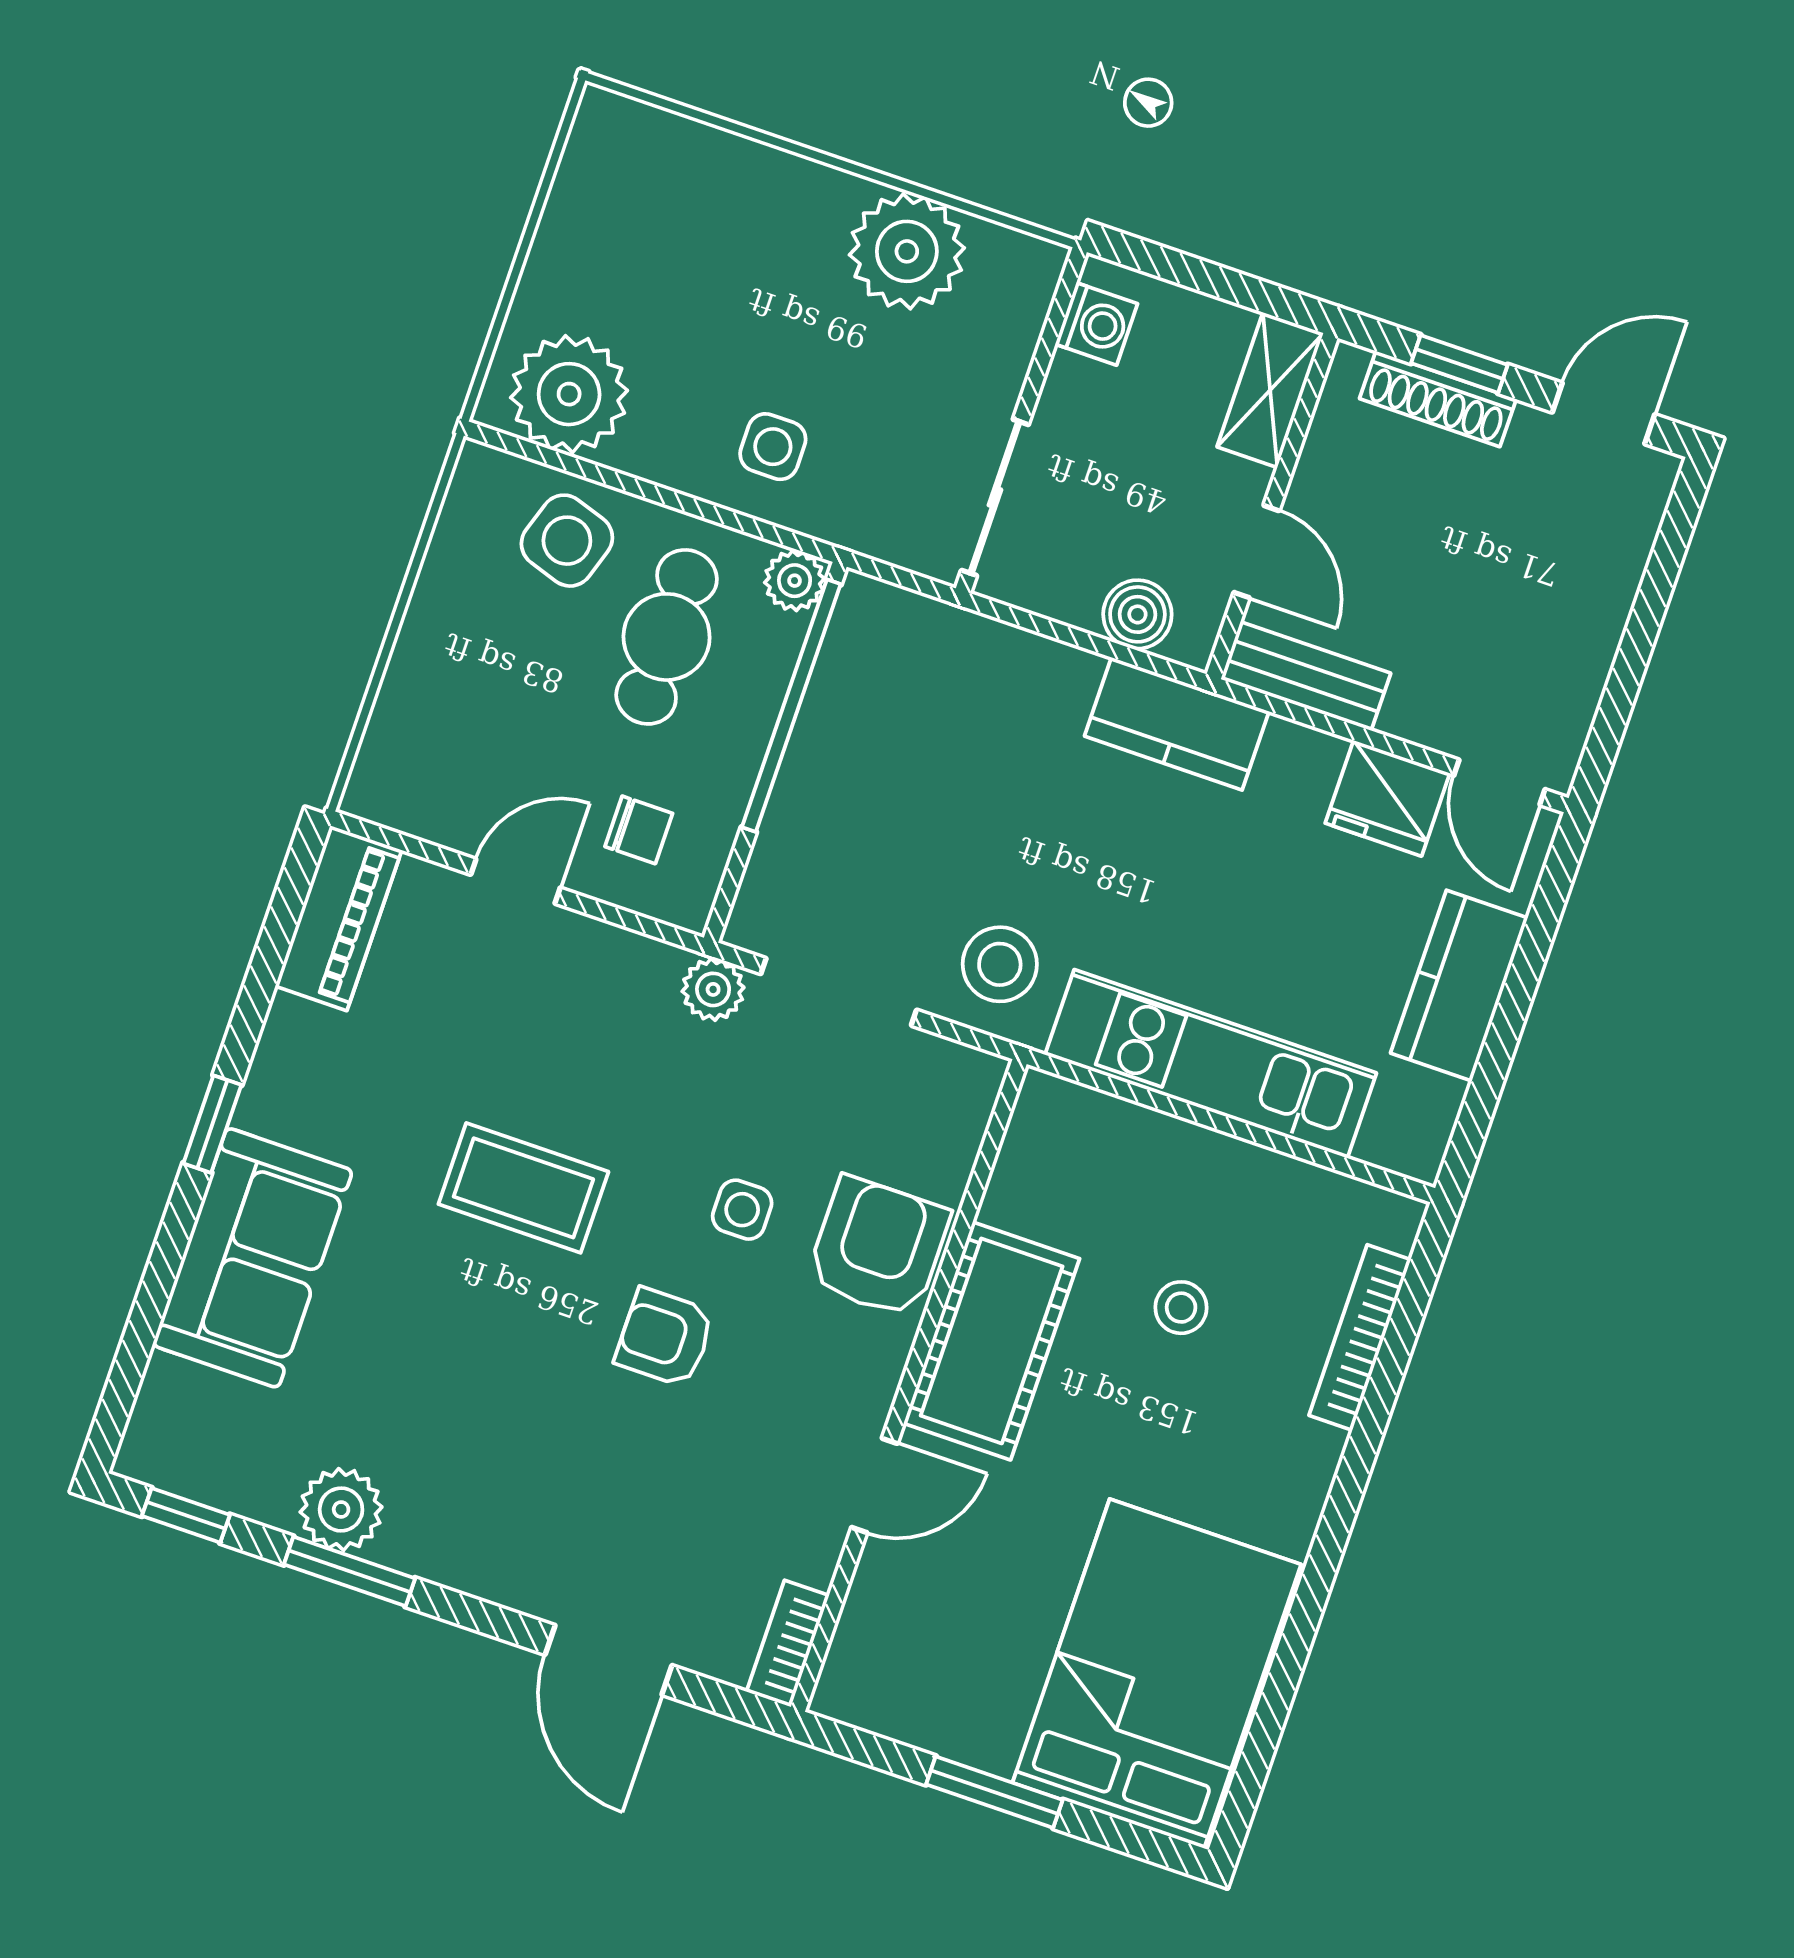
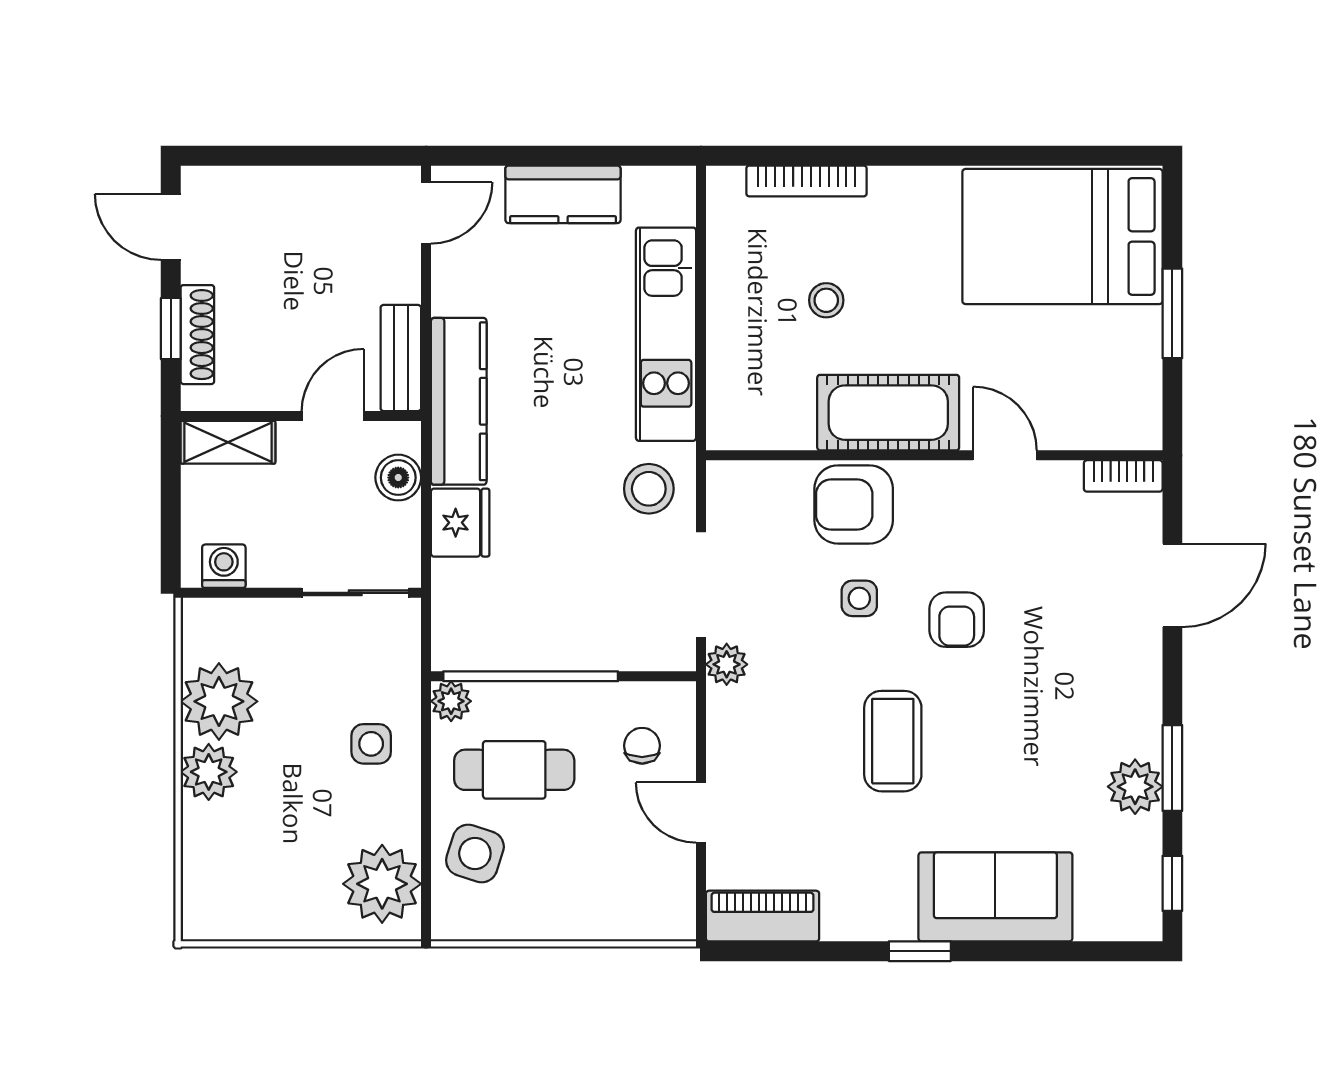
plant: (812, 202) -> (209, 772), added
kitchen counter: (1177, 724) -> (459, 401), width x1.50
fridge: (1388, 798) -> (460, 523), moved

